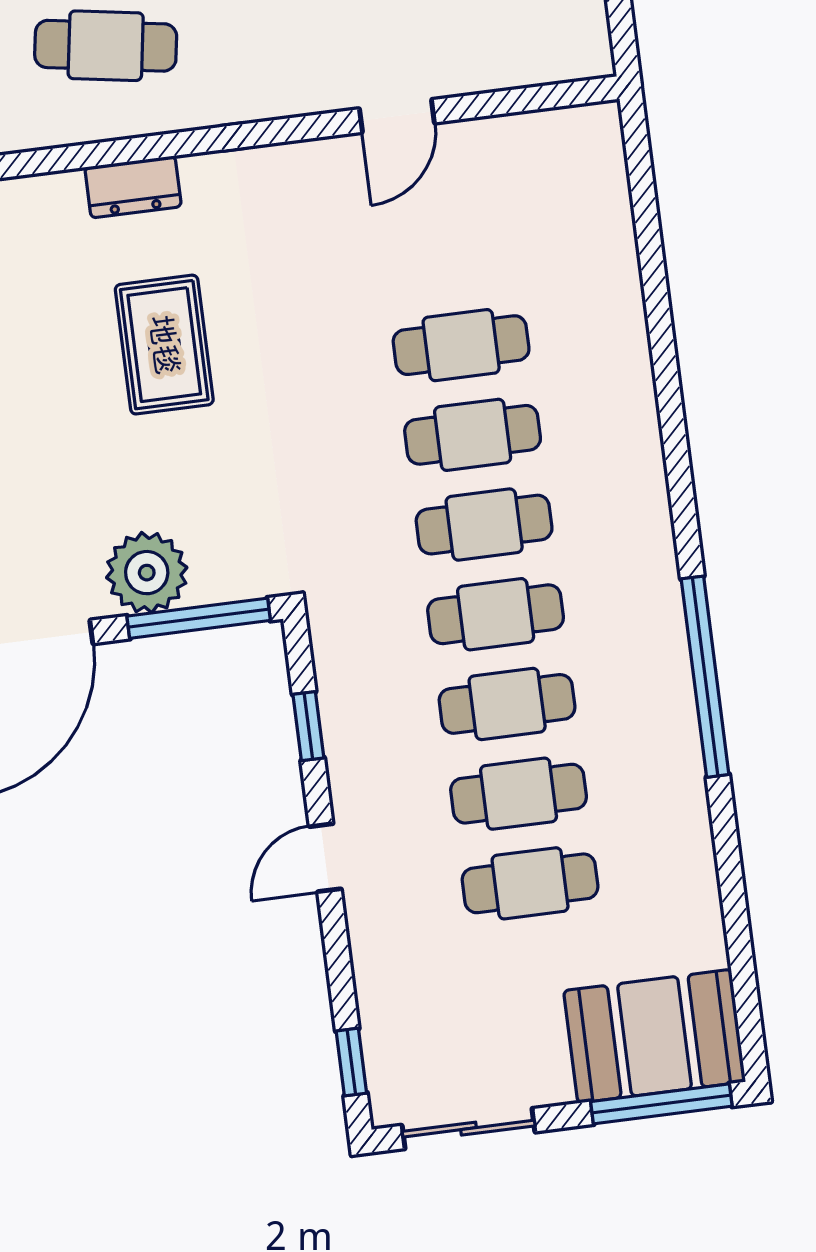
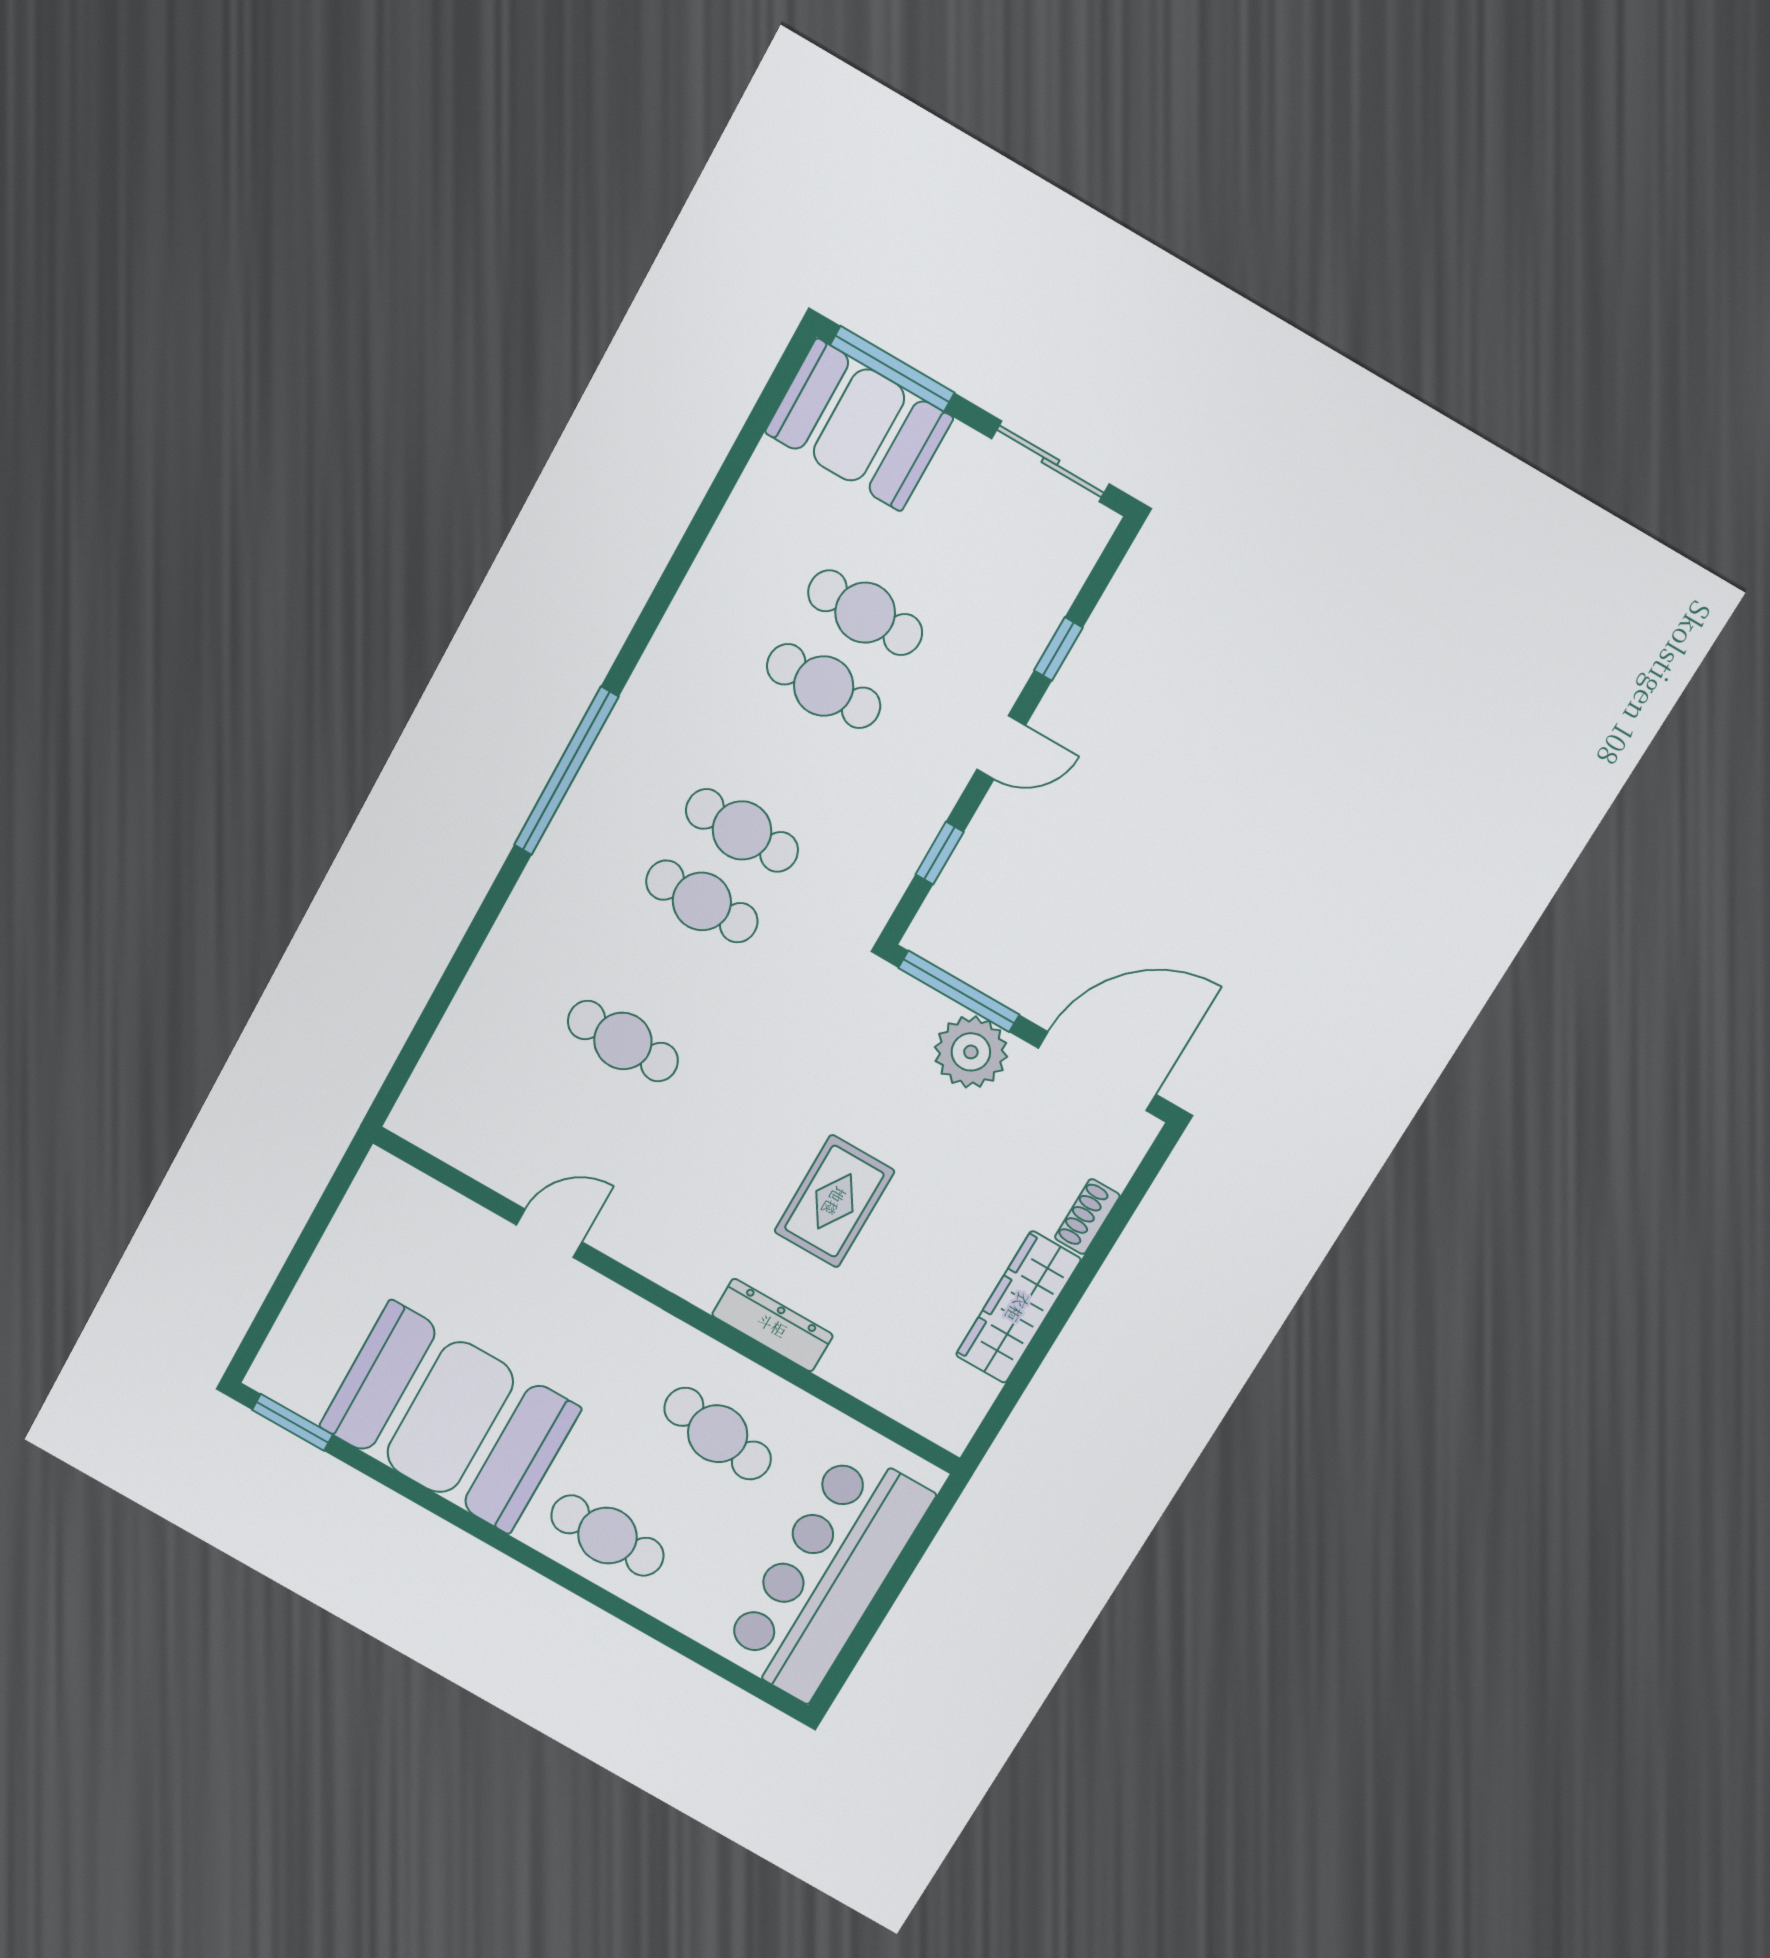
dresser: (133, 187) -> (772, 1325), width x1.44
cafe table: (473, 435) -> (662, 972), removed
window: (705, 677) -> (566, 771), moved
cafe table: (507, 704) -> (783, 759), removed
window: (351, 1062) -> (1058, 649), moved

